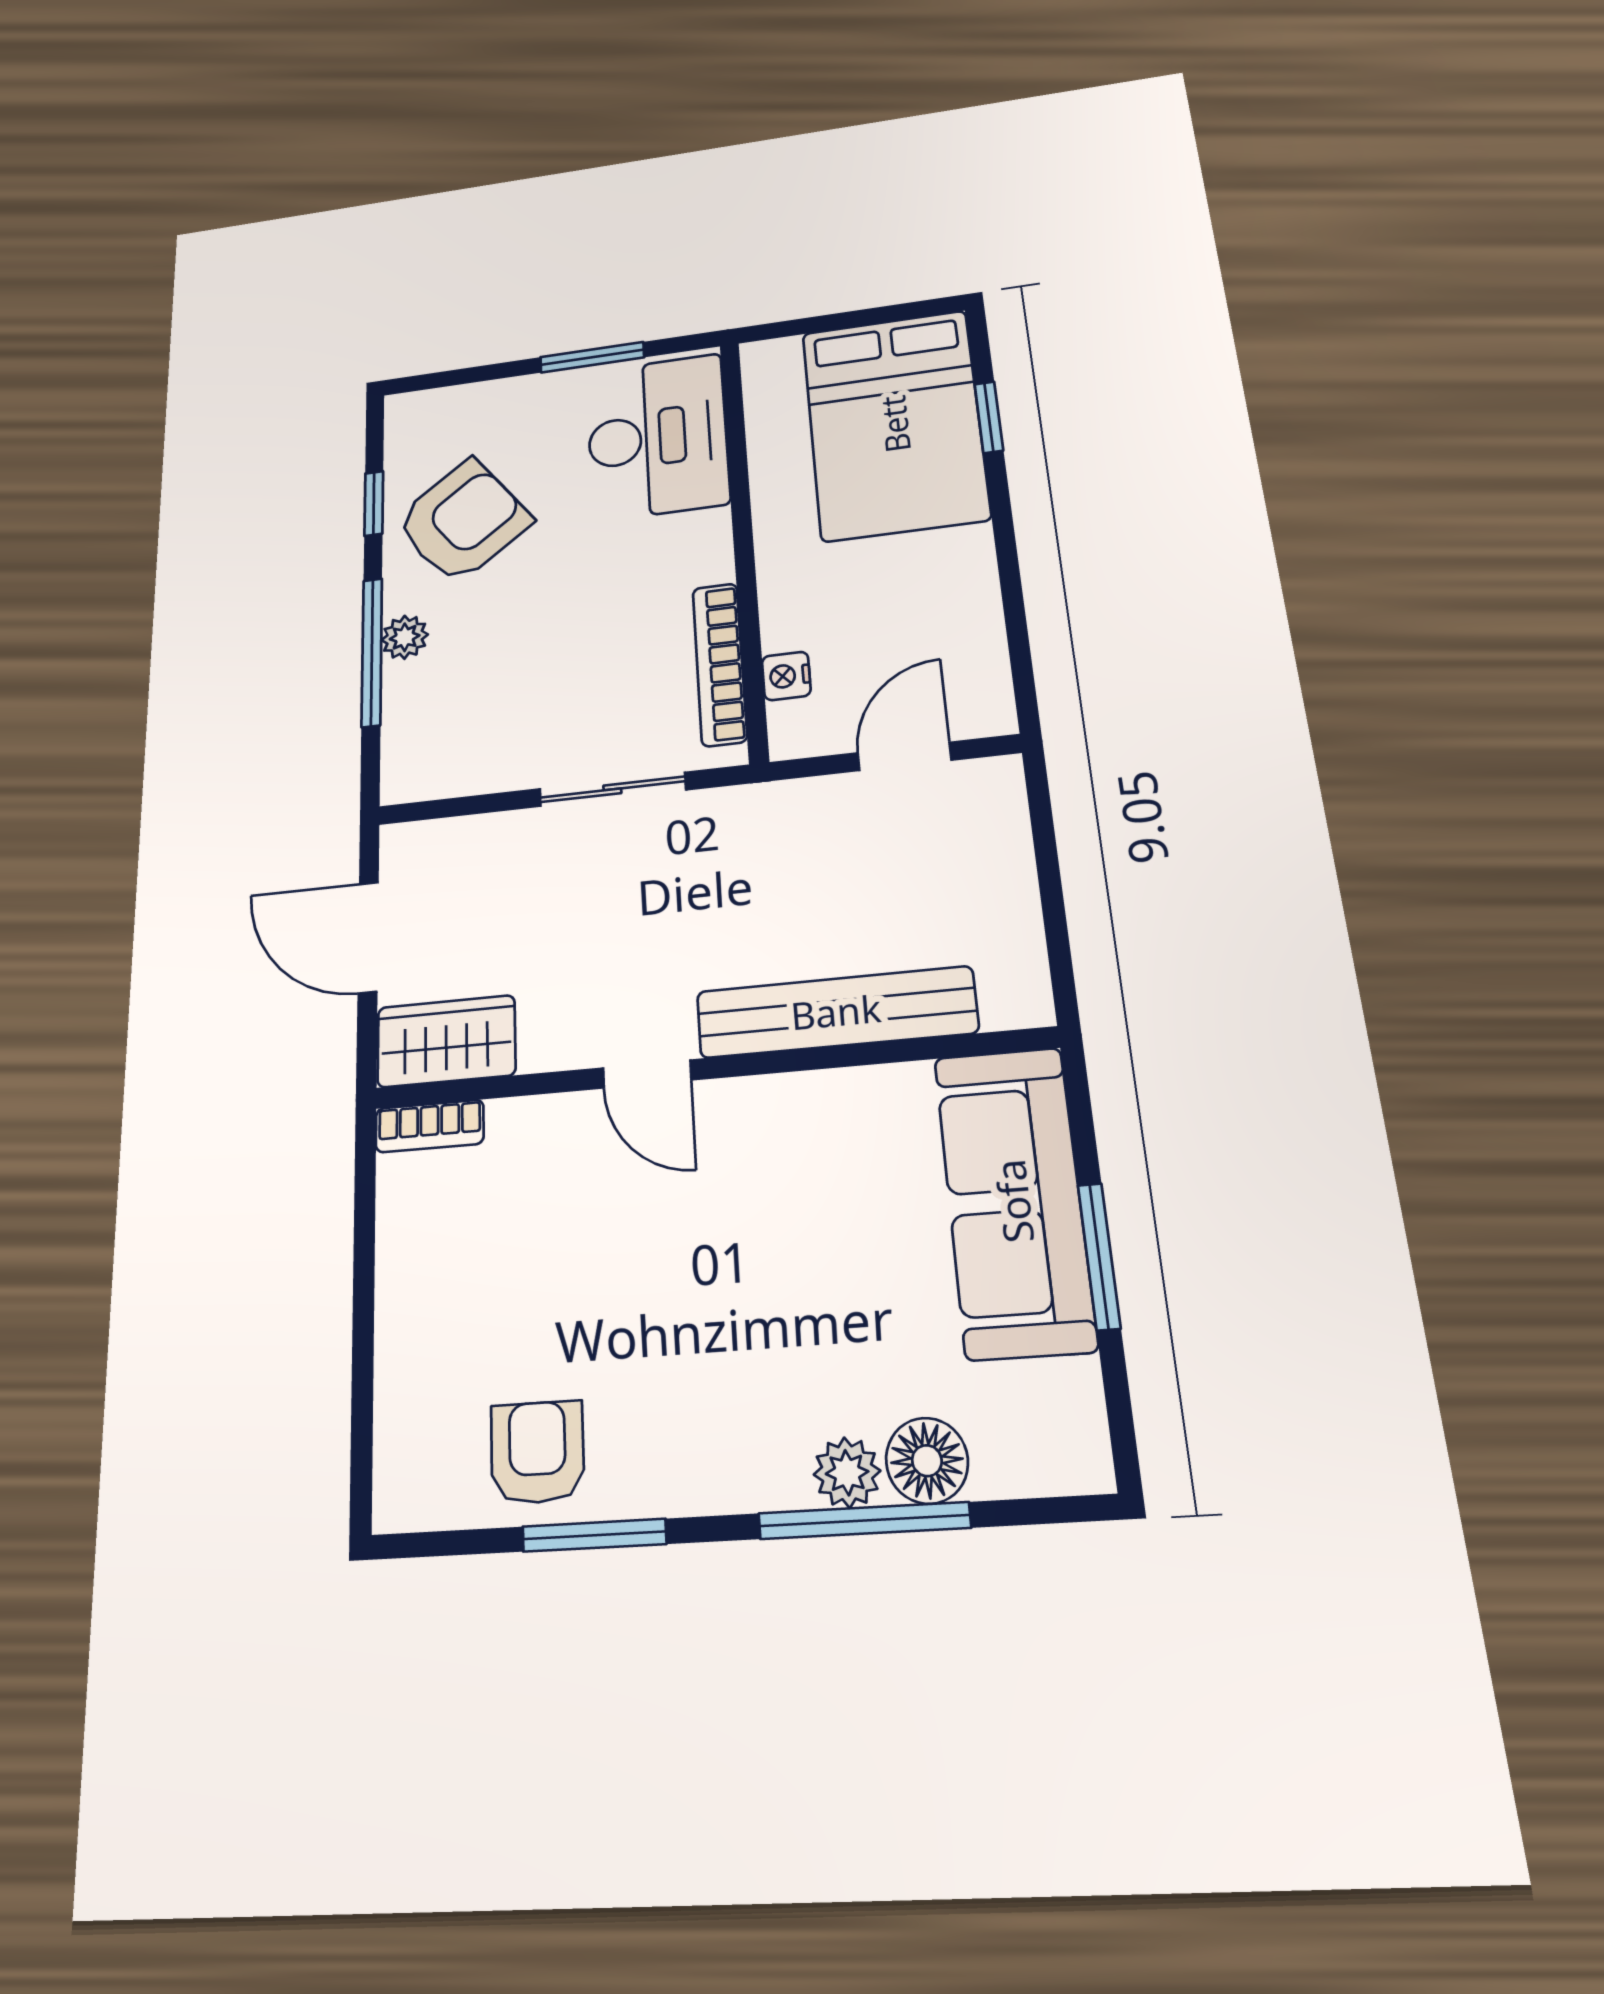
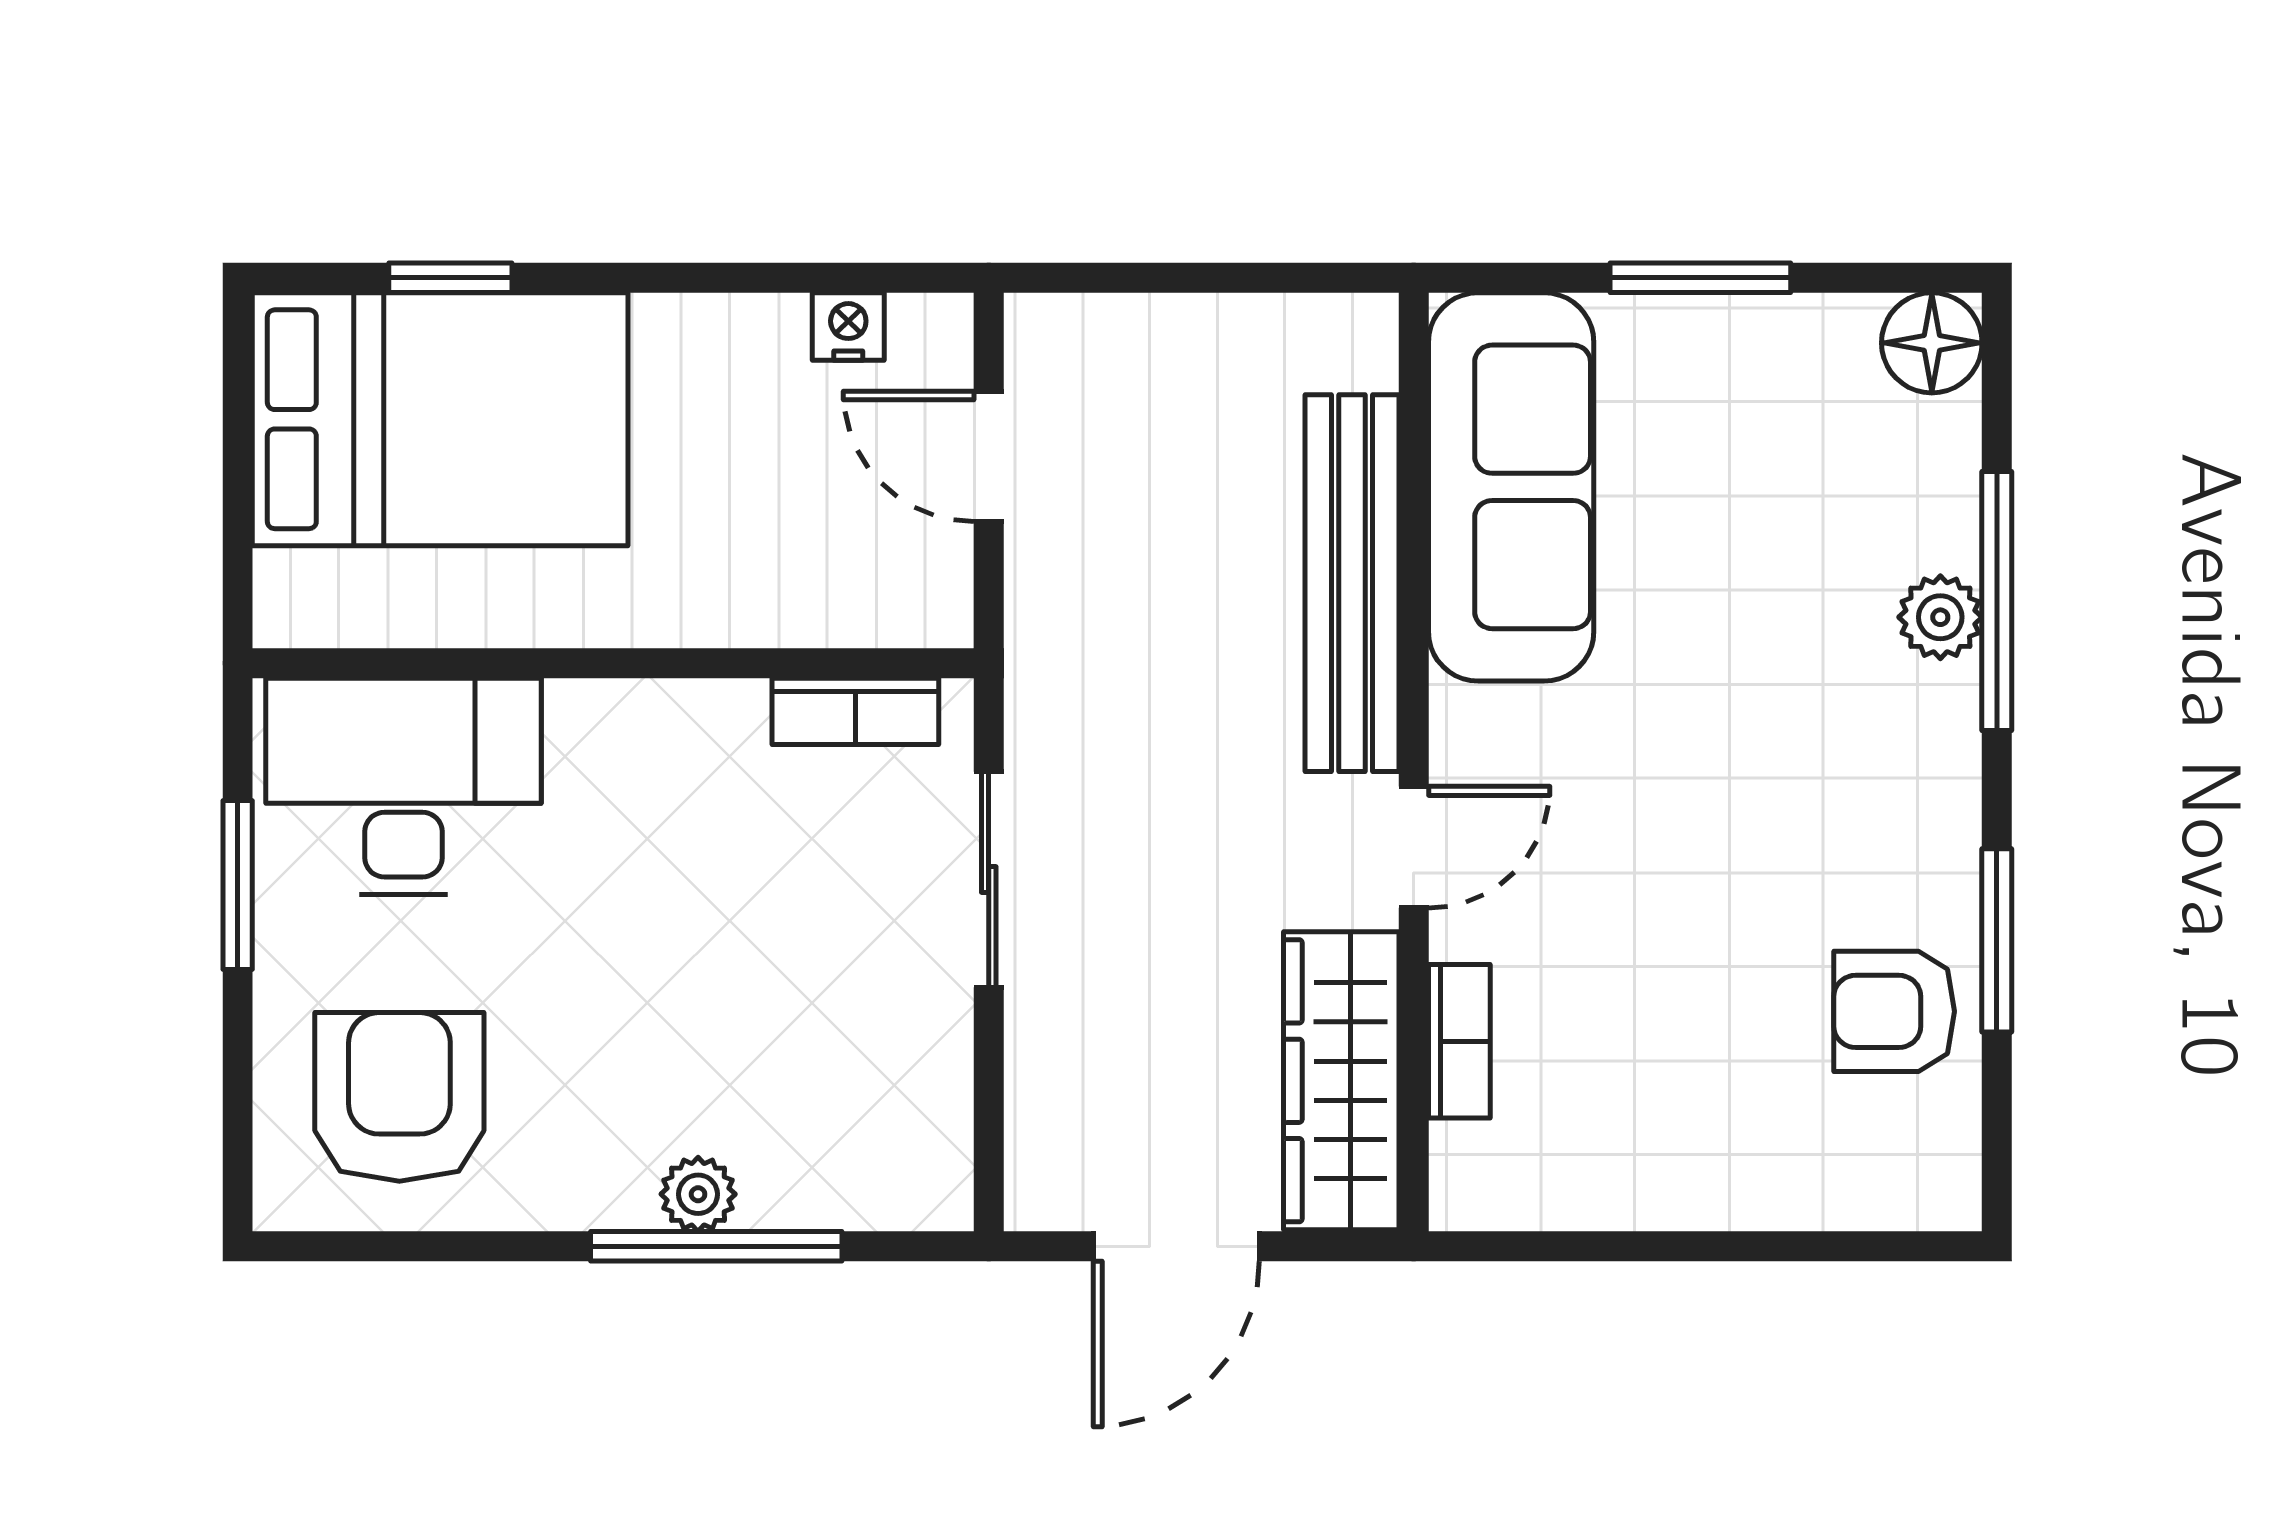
window: (374, 503) -> (453, 1246), removed
armchair: (463, 521) -> (399, 1097), moved, turned 37
bookcase: (720, 664) -> (855, 711), width x0.64
nightstand: (786, 676) -> (848, 326), moved, turned 180
wardrobe: (446, 1041) -> (1341, 1081), width x1.50
bookcase: (430, 1126) -> (1459, 1041), moved
sofa: (1014, 1201) -> (1511, 487), moved, turned -90
floor lamp: (927, 1461) -> (1932, 343), moved

